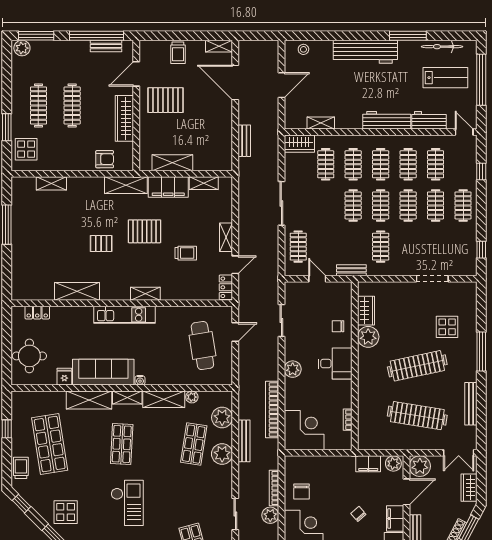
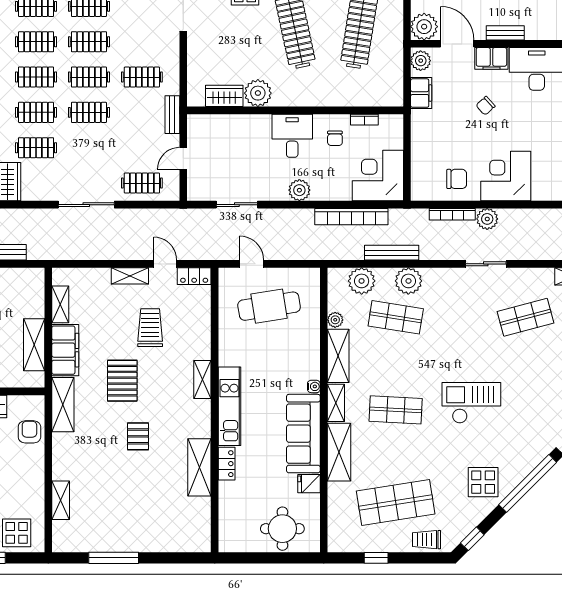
trolley: (186, 253) -> (150, 328), width x1.36, depth x1.39
locker: (37, 313) -> (227, 464), moved
chair: (338, 326) -> (335, 138), moved

